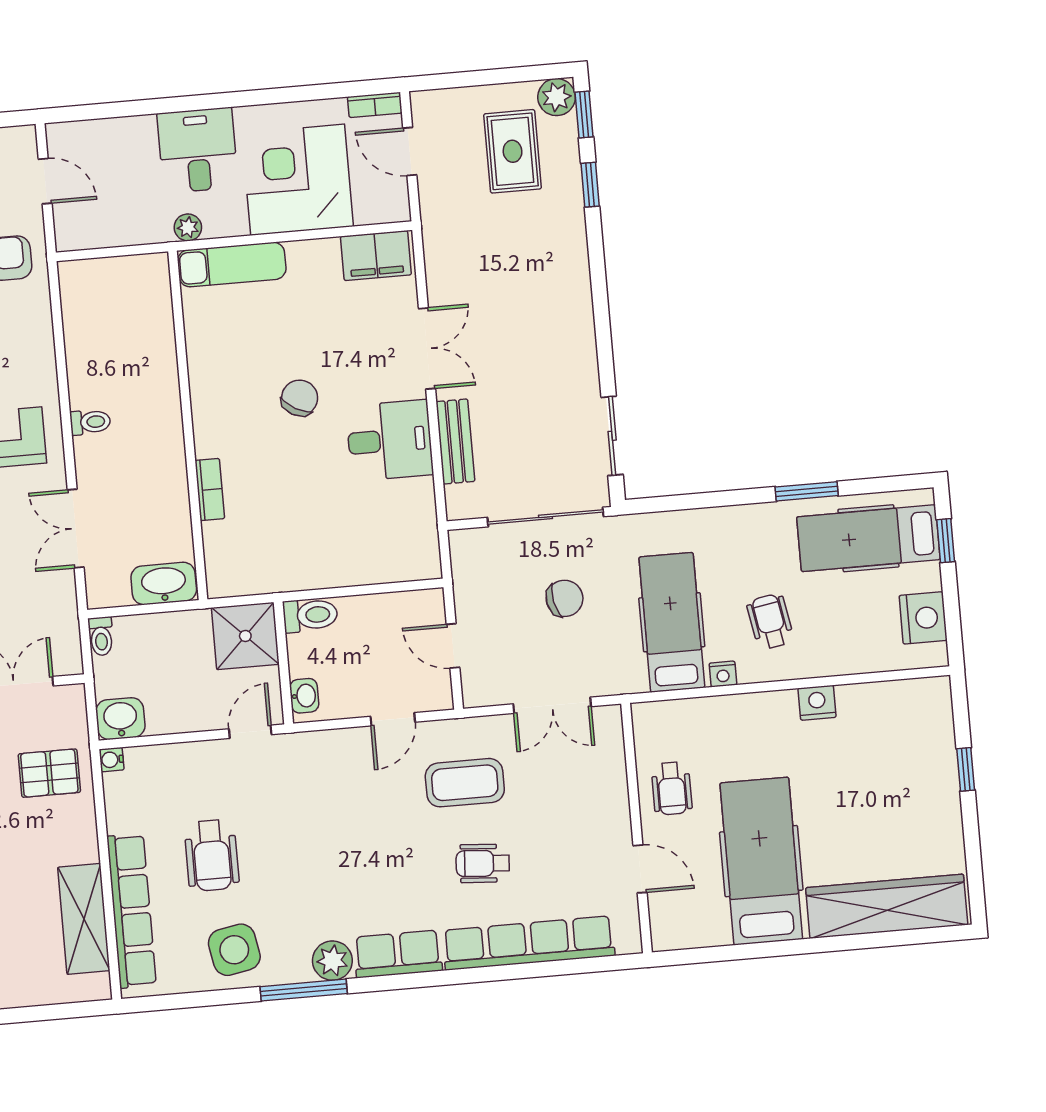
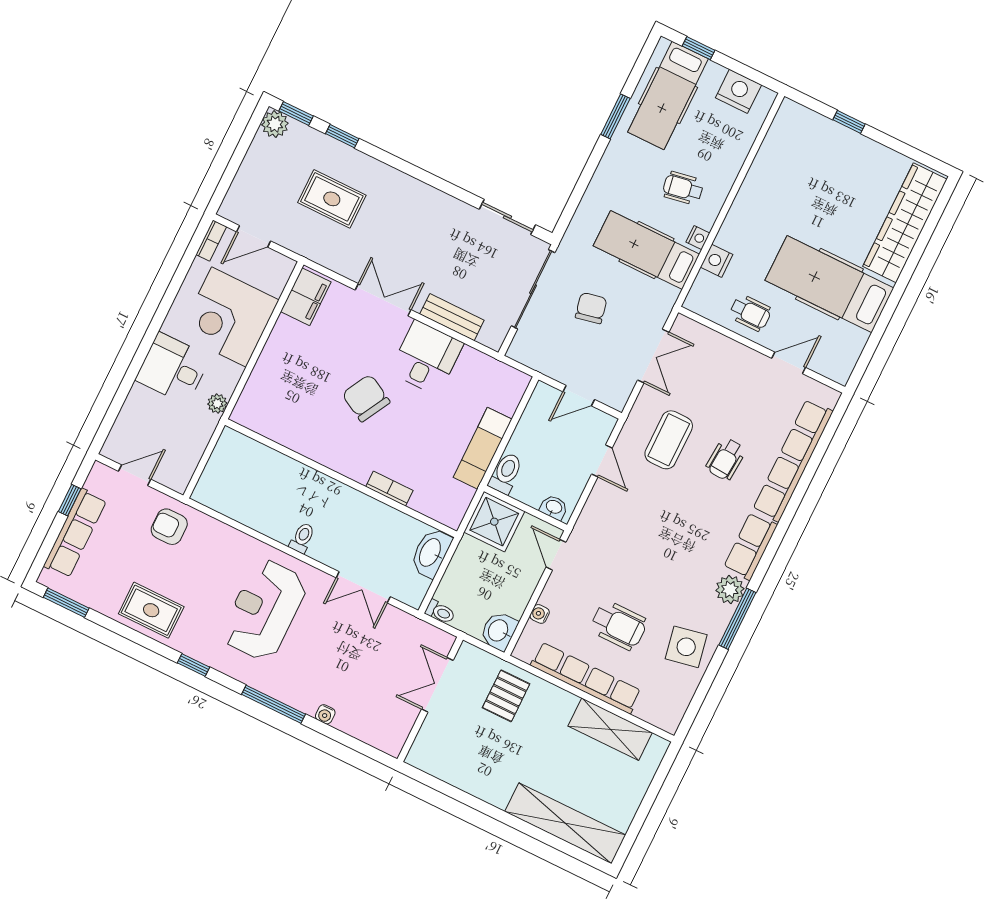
rug: (513, 151) -> (332, 199), moved
exam couch: (232, 265) -> (483, 448), moved, turned 180
chair: (300, 398) -> (366, 398), width x1.37, depth x1.37
nightstand: (817, 703) -> (717, 261), moved
water cooler: (112, 760) -> (540, 614), moved, turned 90
row of seats: (132, 911) -> (586, 678), moved

